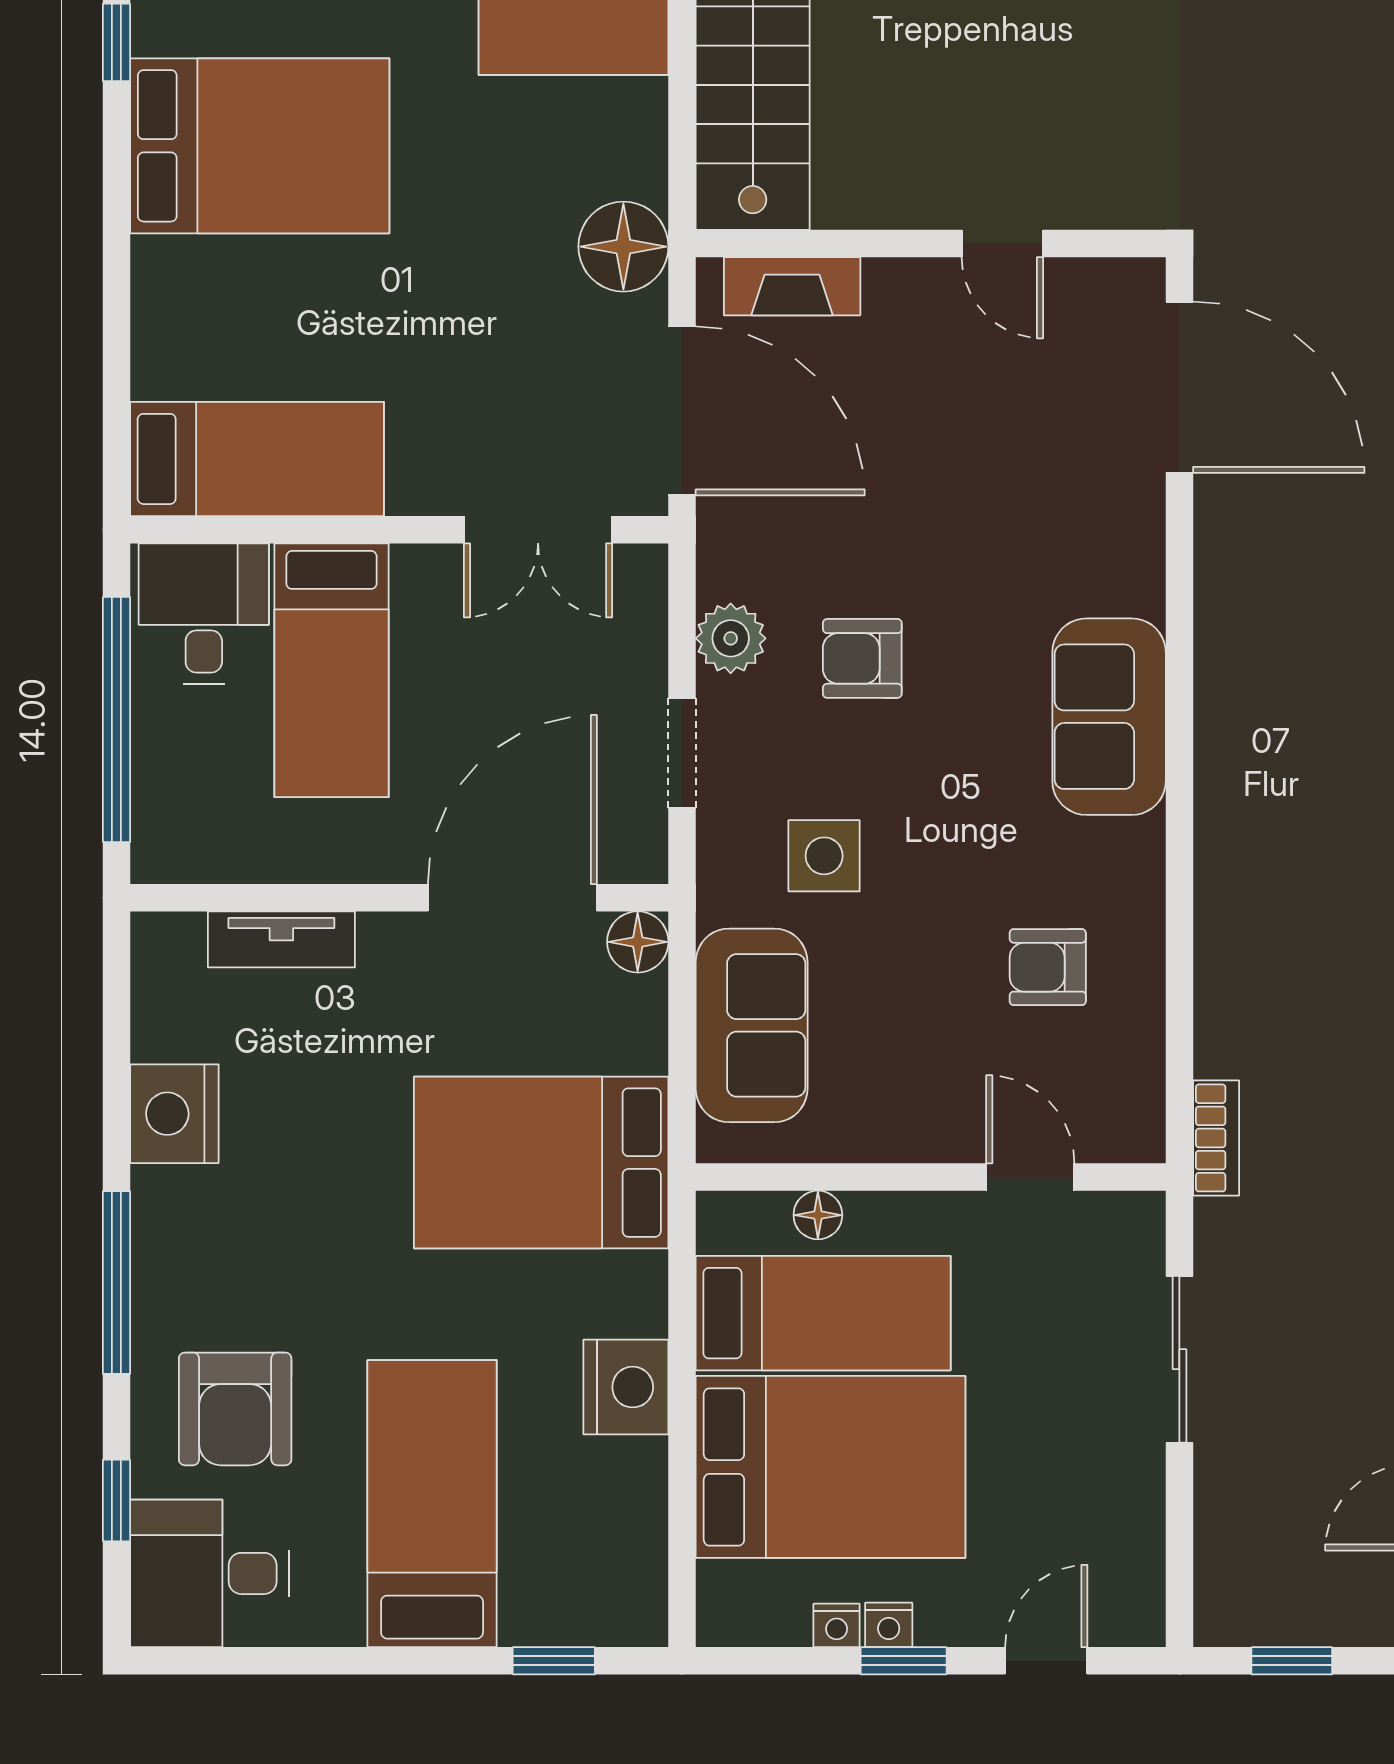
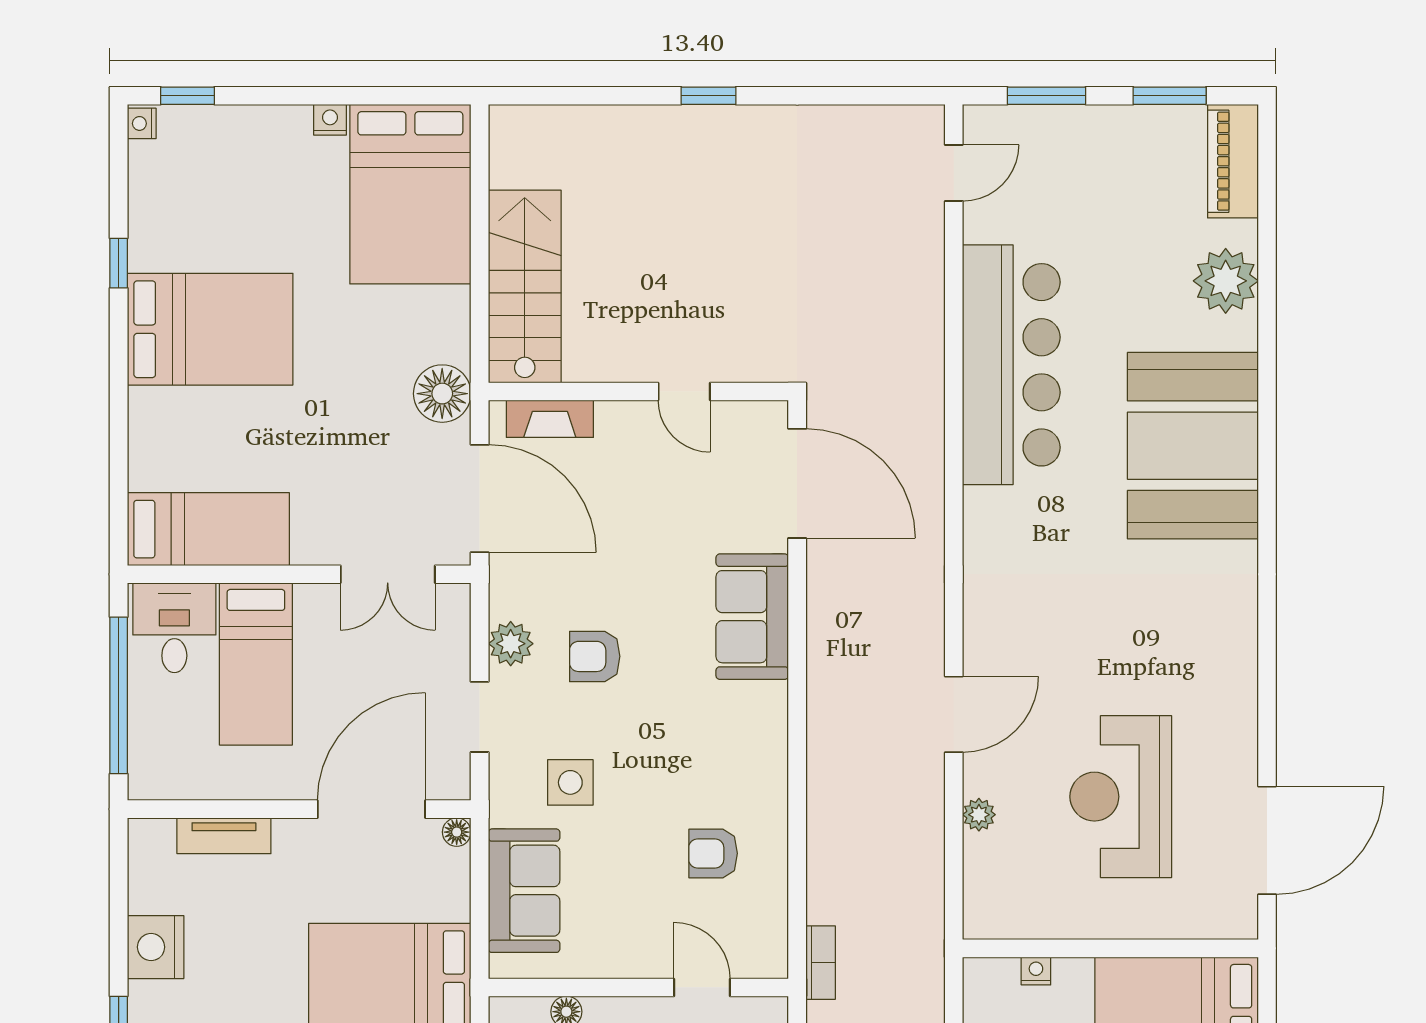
sofa: (1109, 717) -> (752, 617), moved
floor lamp: (638, 942) -> (457, 832), width x0.73, depth x0.73

